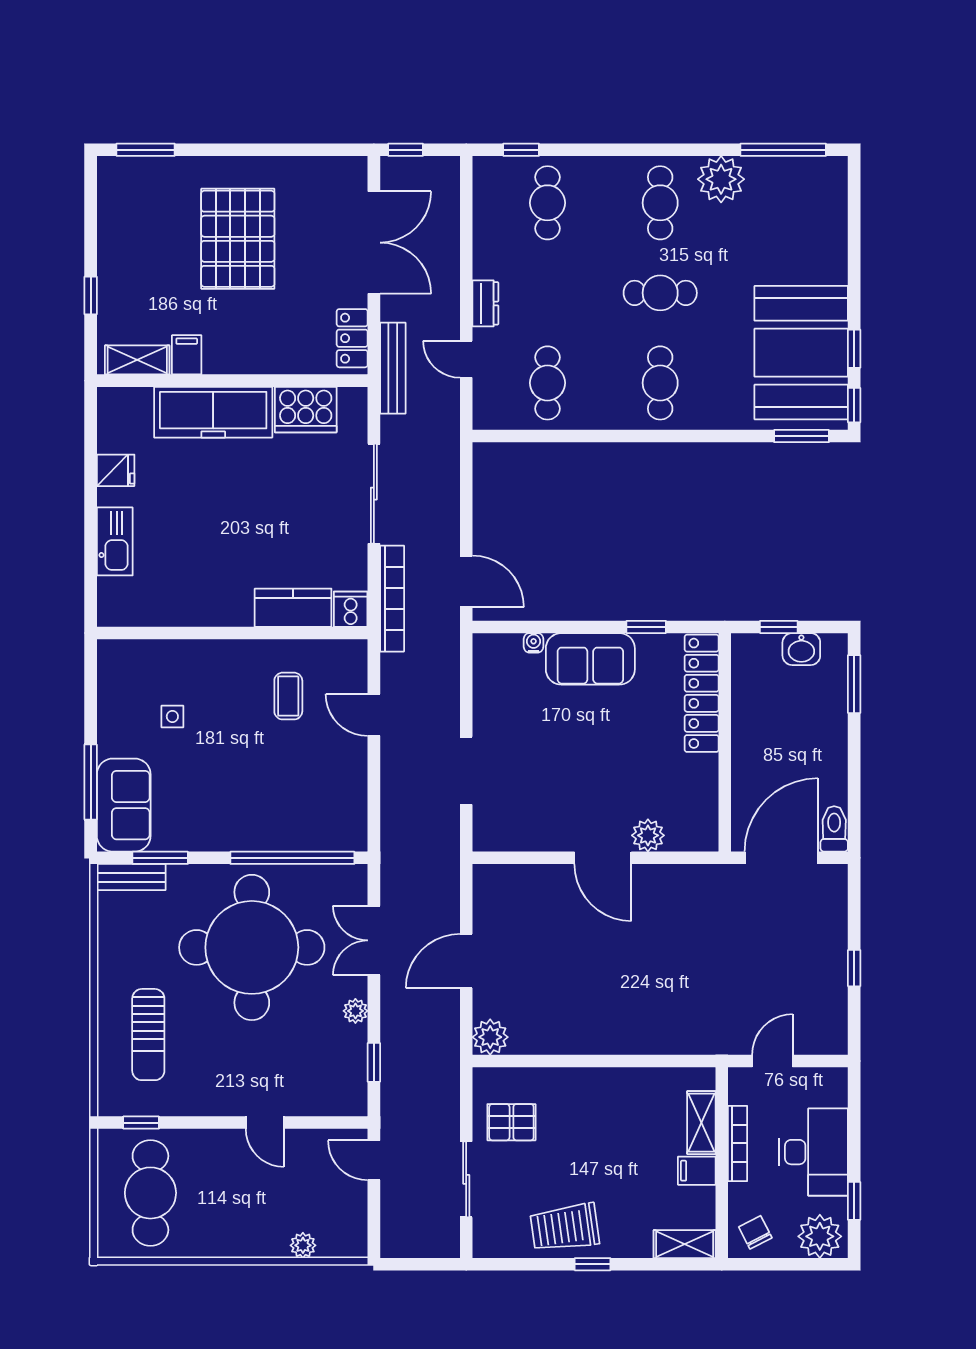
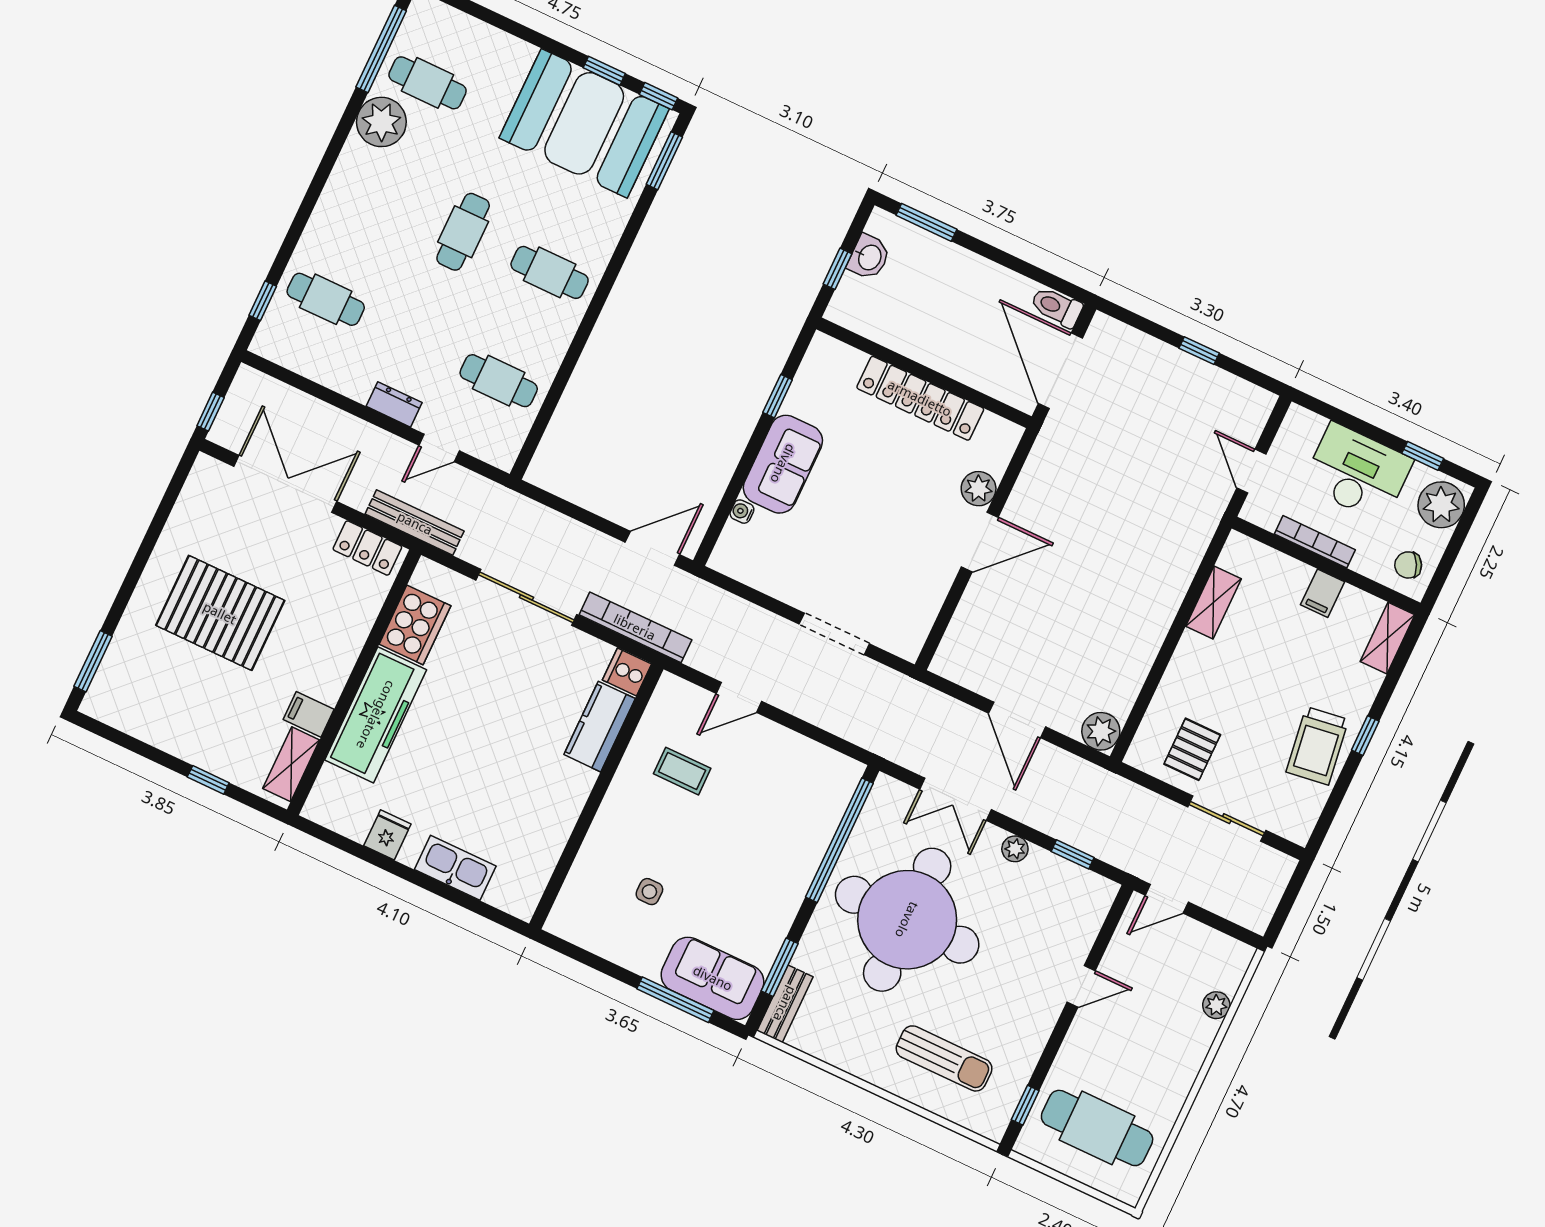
cafe table: (660, 203) -> (428, 83), moved
locker: (702, 693) -> (920, 398), moved
shelving: (701, 1123) -> (1213, 602), moved, turned 90

